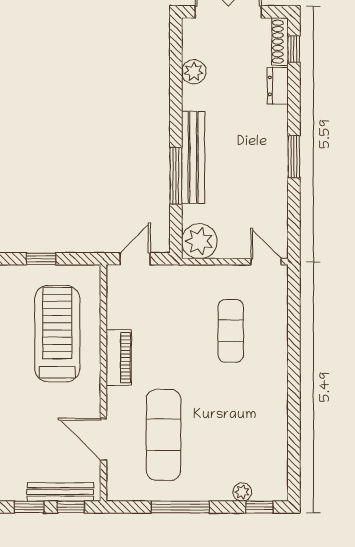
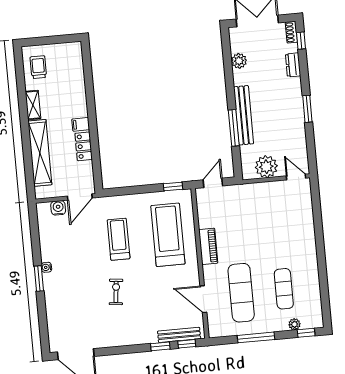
shoe rack: (280, 42) -> (291, 32), width x0.70
plant: (199, 241) -> (266, 167), moved
window: (41, 259) -> (173, 186), moved
exercise mat: (231, 331) -> (284, 289), moved

